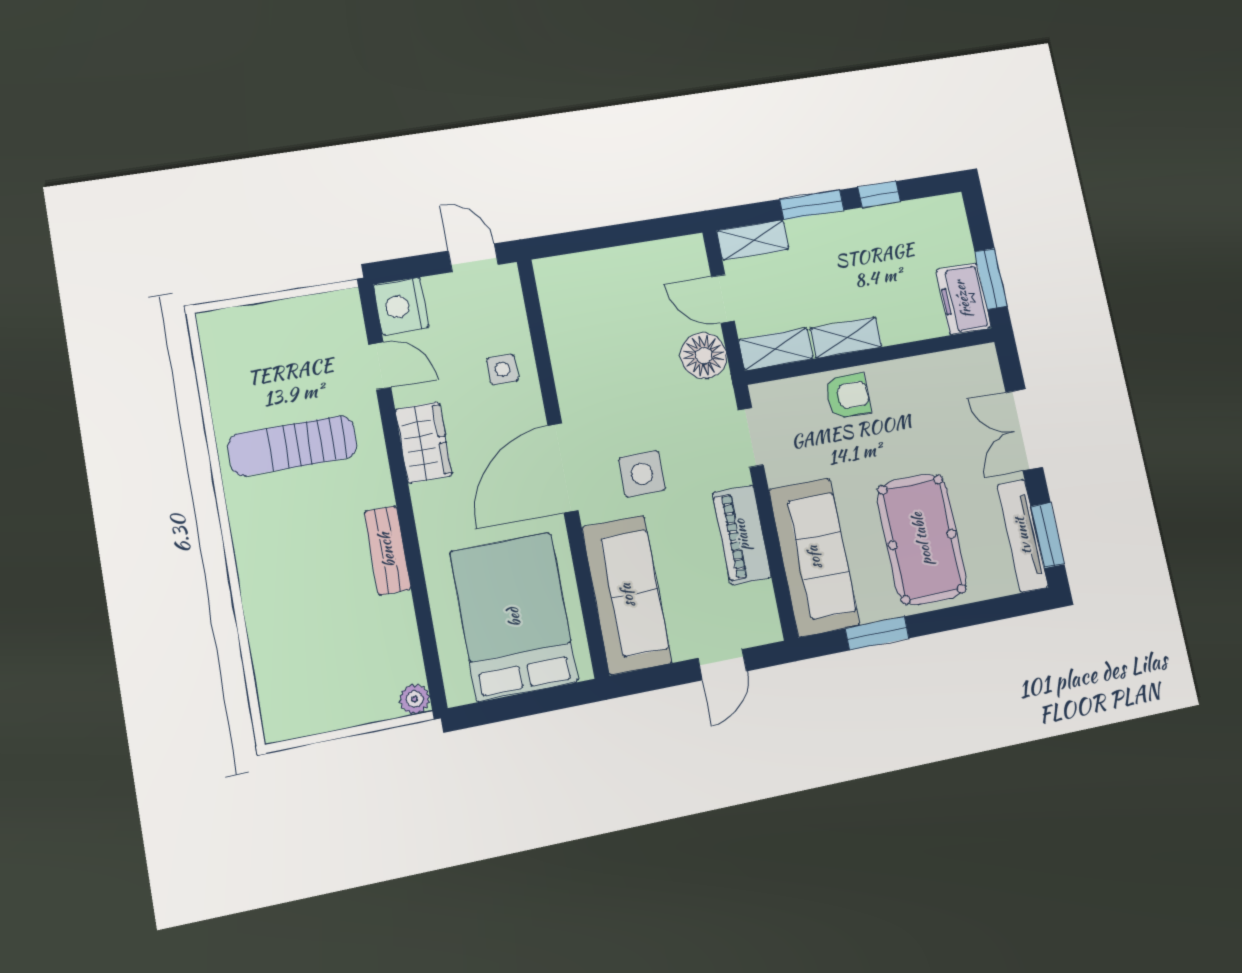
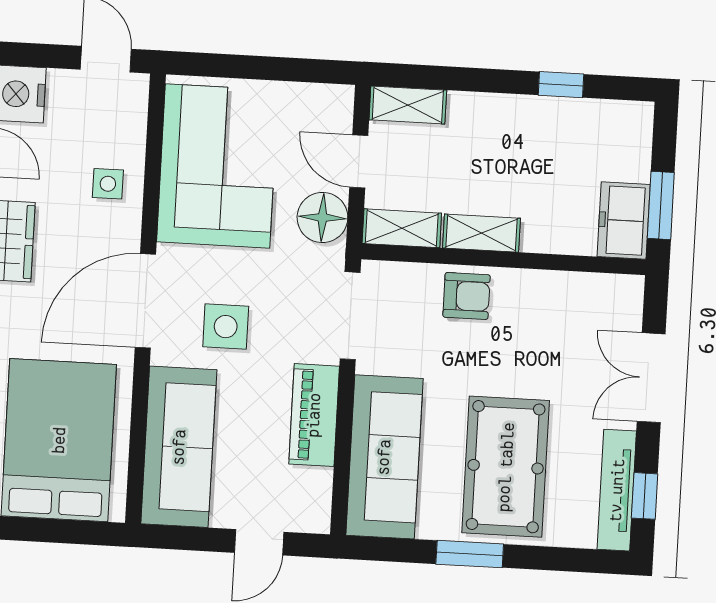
window: (812, 205) -> (483, 80), removed
corner sofa: (598, 331) -> (217, 166), added
doorway: (751, 437) -> (350, 316), width x1.38
window: (1047, 535) -> (645, 496), width x0.67
window: (877, 633) -> (470, 554), moved

